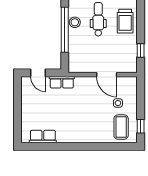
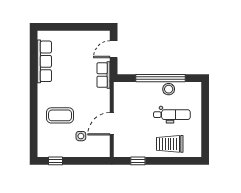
coffee table: (121, 127) -> (60, 115), moved
row of seats: (43, 137) -> (44, 61), width x1.48

